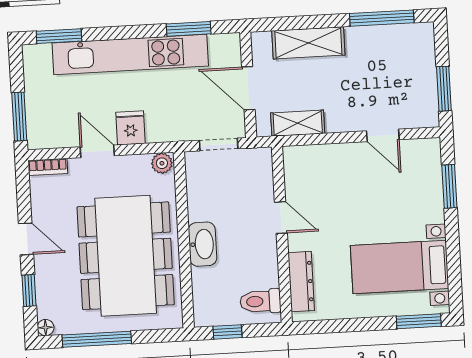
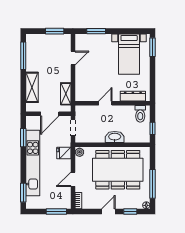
fridge: (131, 128) -> (64, 153), moved

